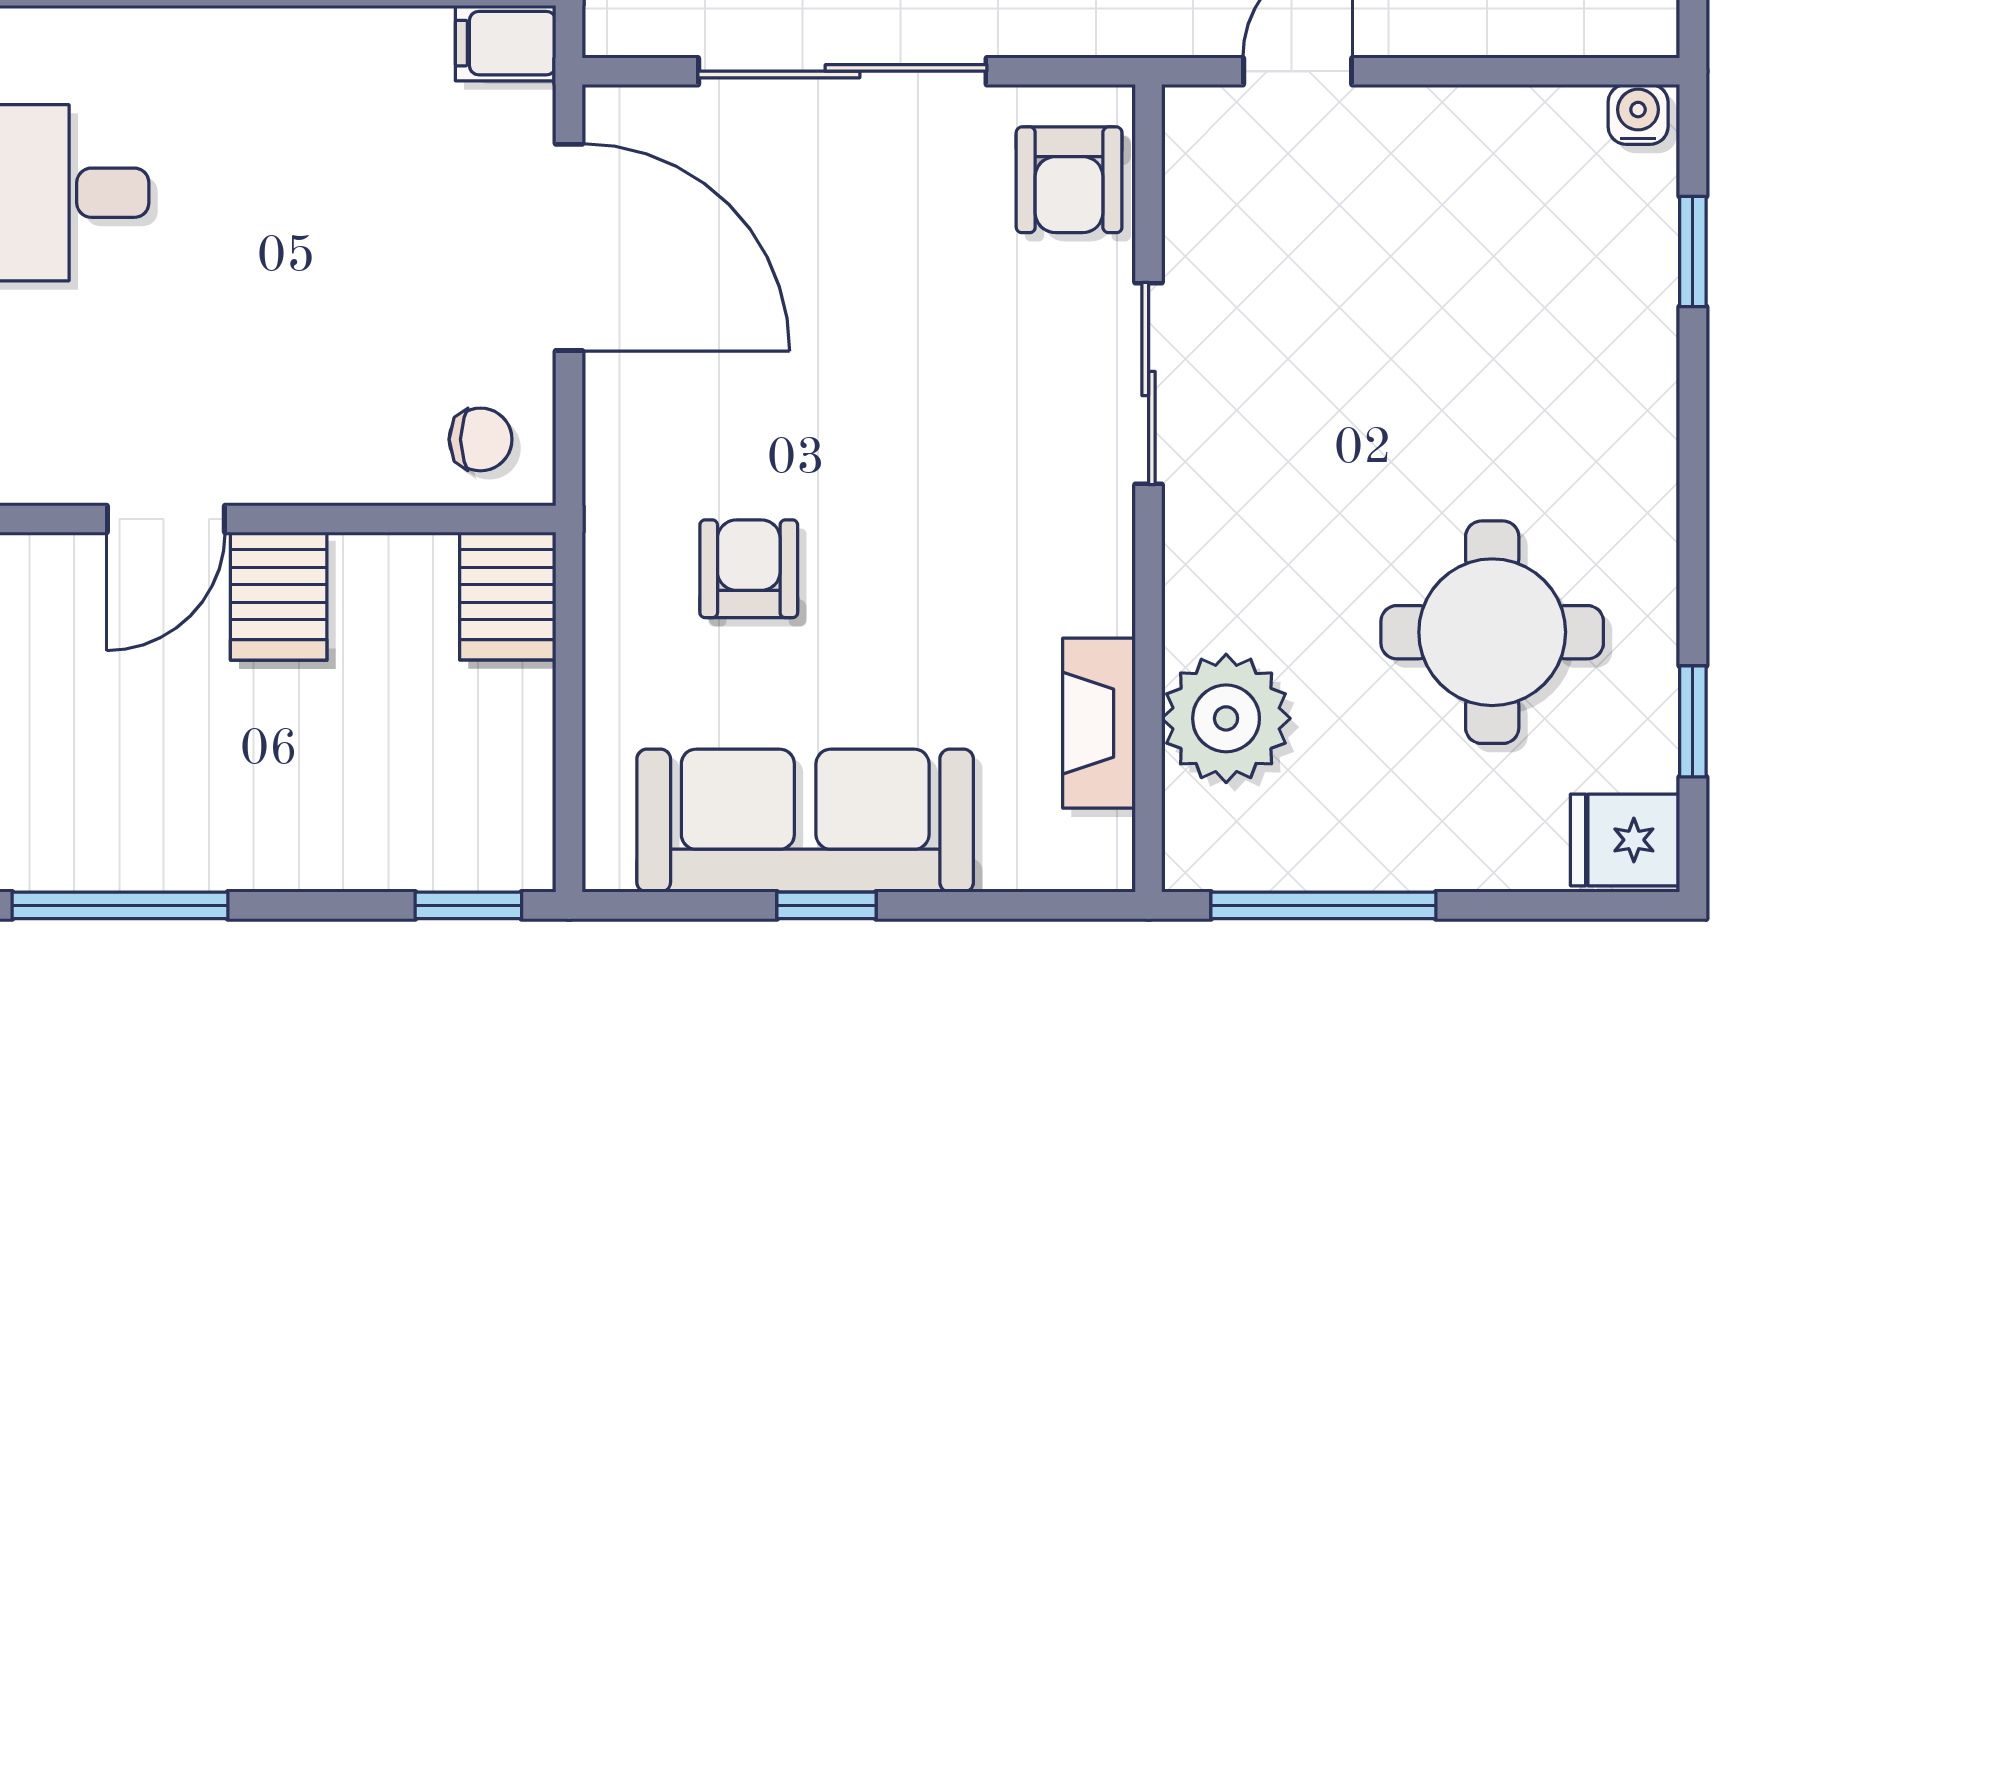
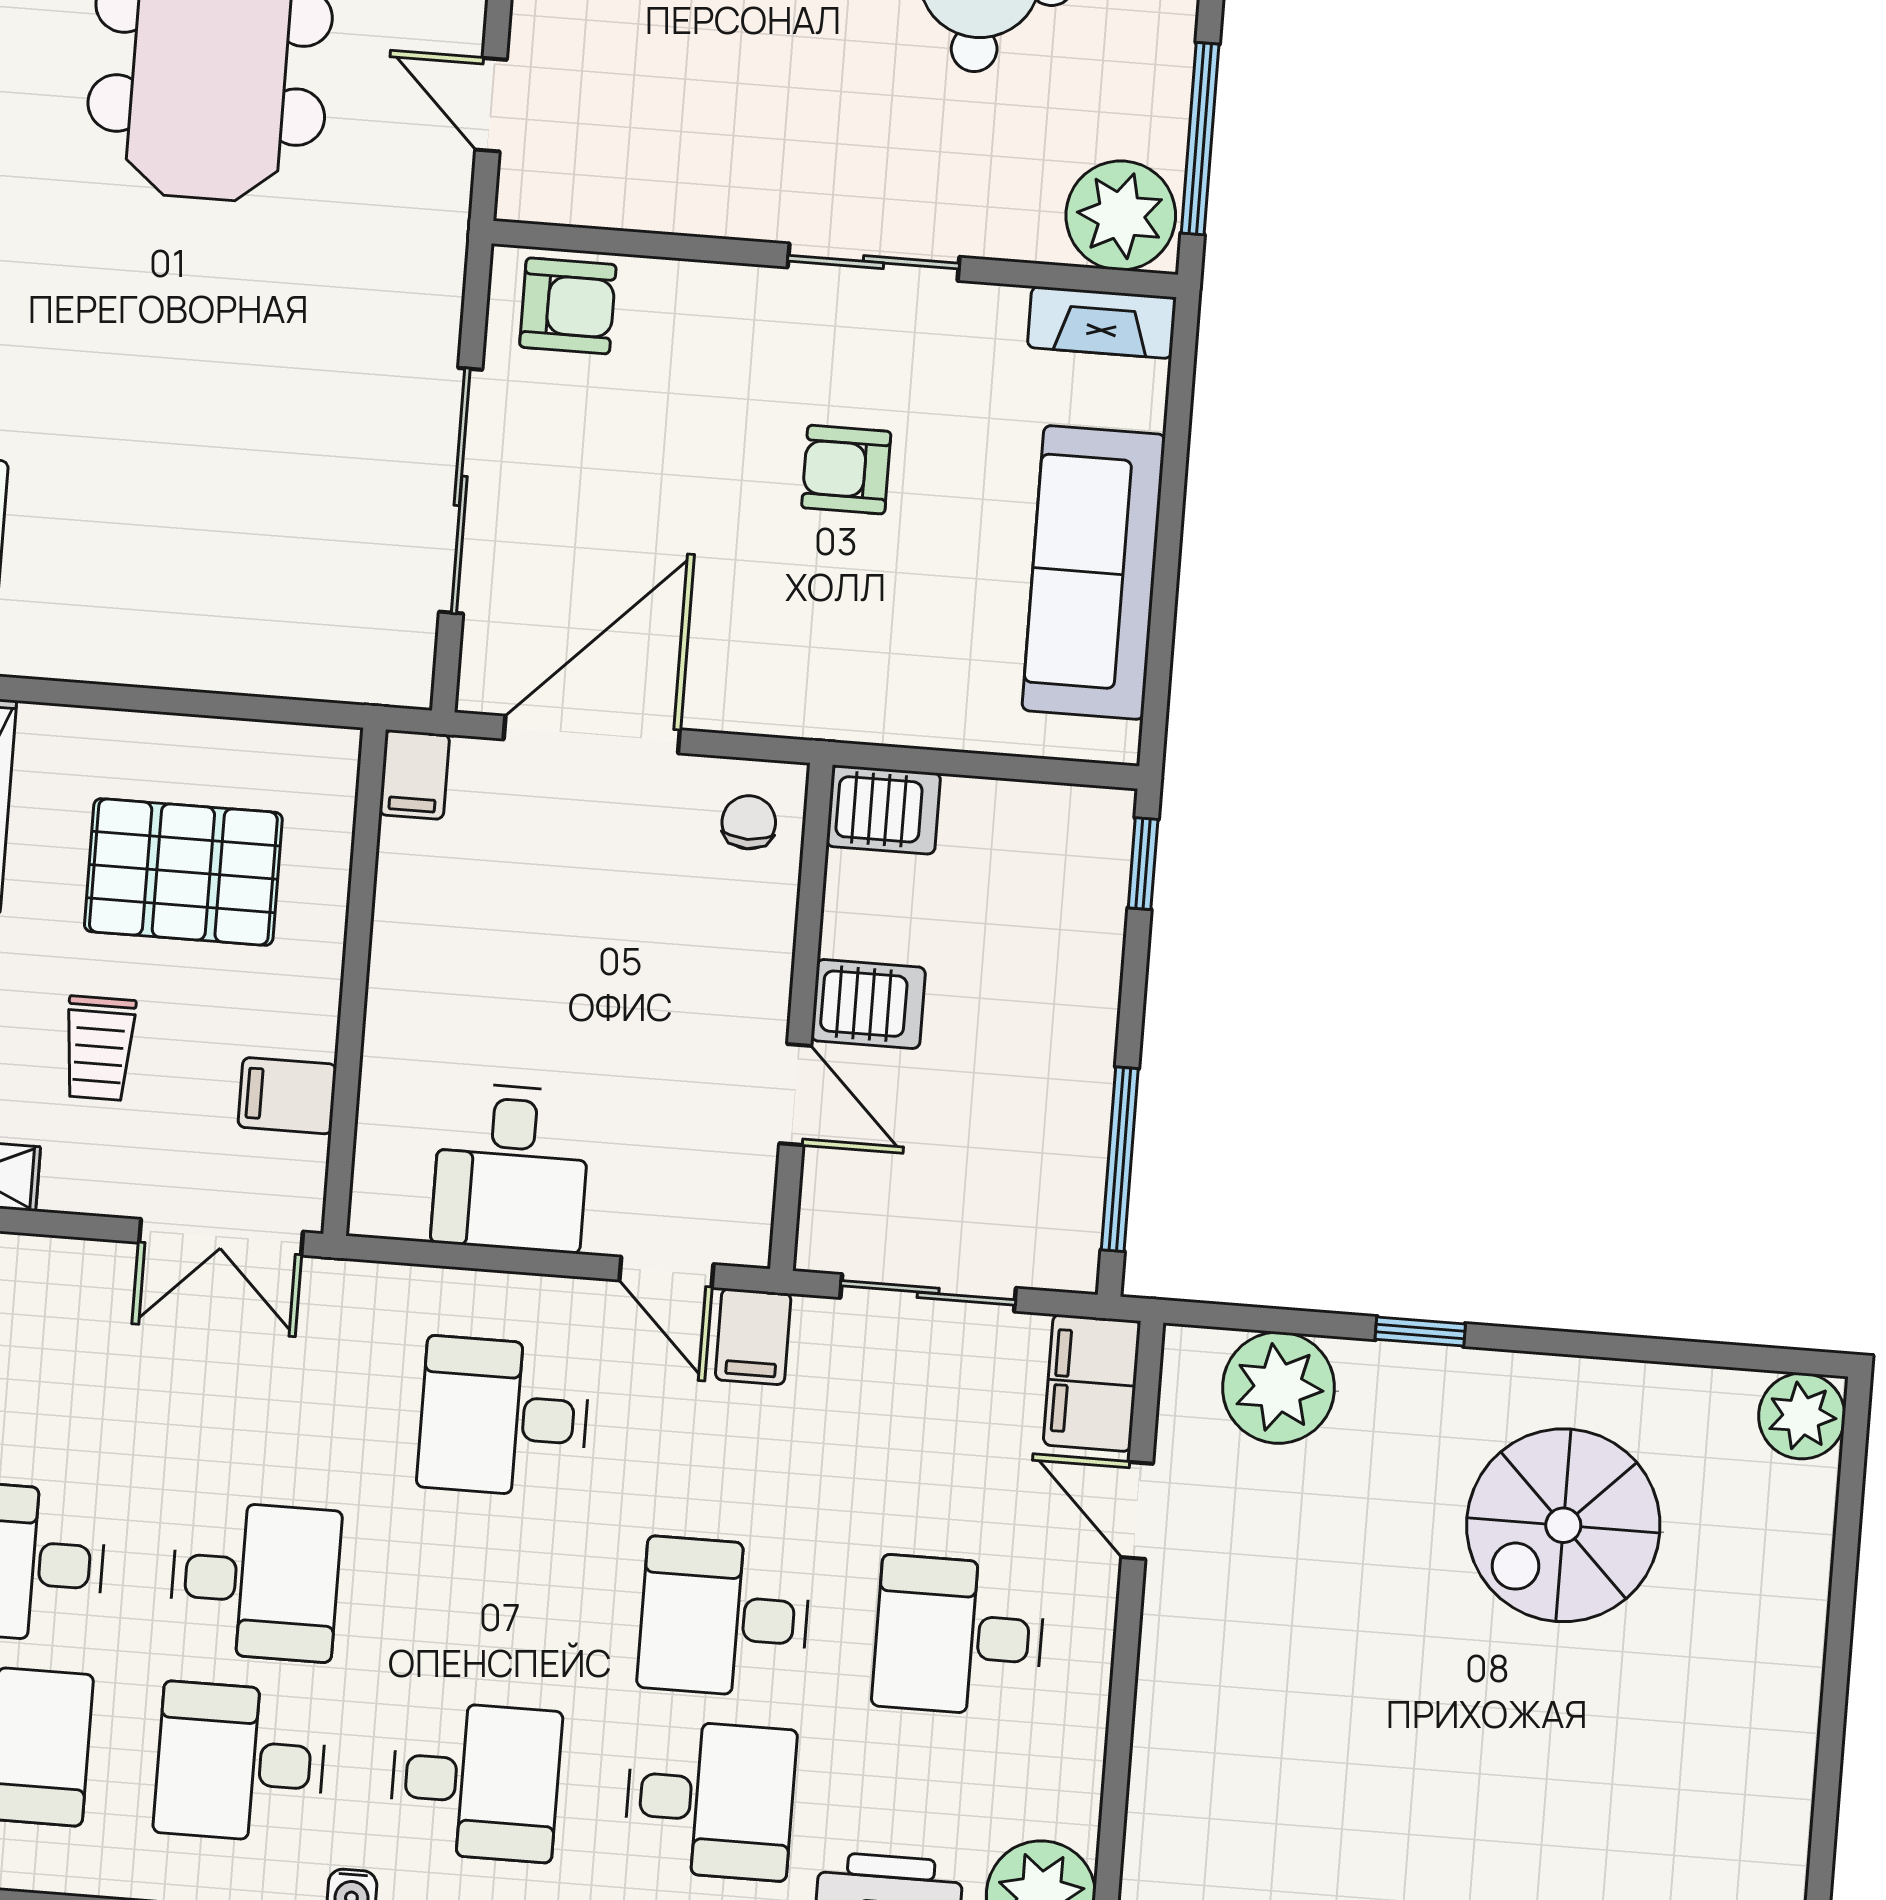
sliding door: (1149, 384) -> (874, 262), moved
armchair: (749, 569) -> (846, 470), moved
plant: (1226, 718) -> (1121, 215), moved
fireplace: (1099, 723) -> (1102, 322), moved
window: (827, 905) -> (1167, 560), removed

